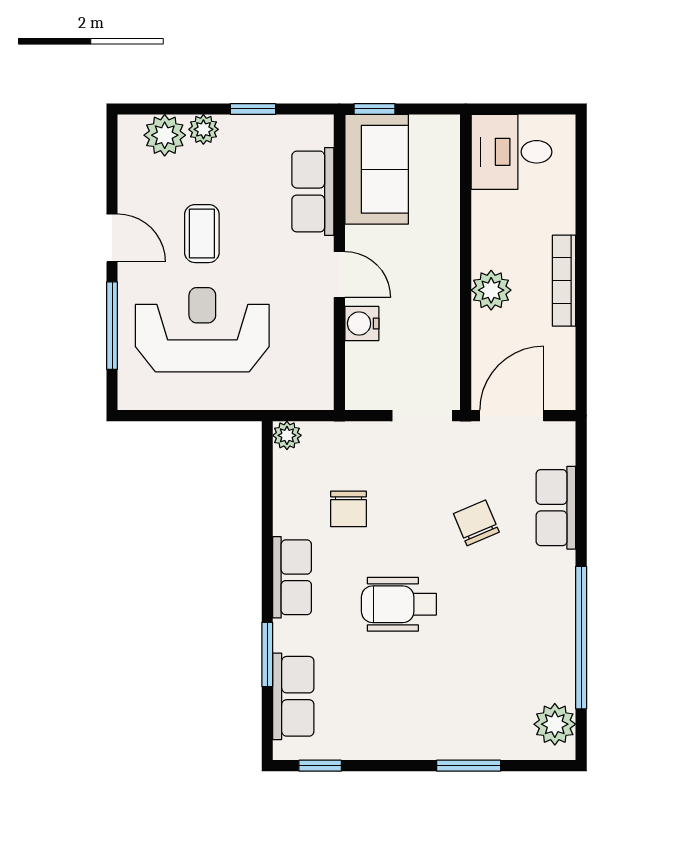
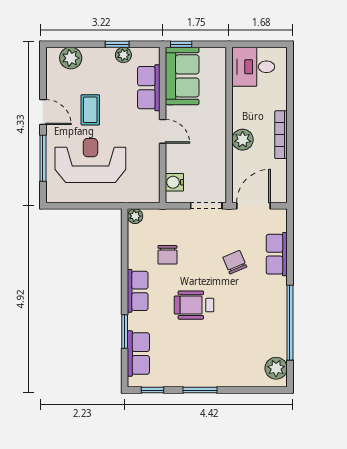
plant: (203, 129) -> (123, 55), moved
water cooler: (362, 323) -> (174, 182), moved
window: (469, 766) -> (200, 390), moved

